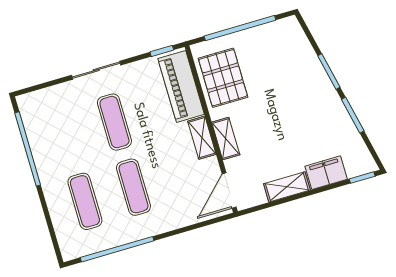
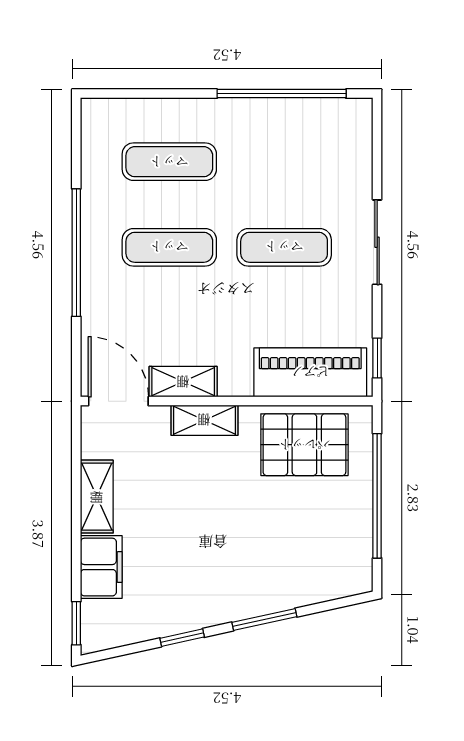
window: (353, 115) -> (182, 638), width x0.67
shelving: (202, 138) -> (183, 382), moved
window: (117, 249) -> (76, 253), moved

